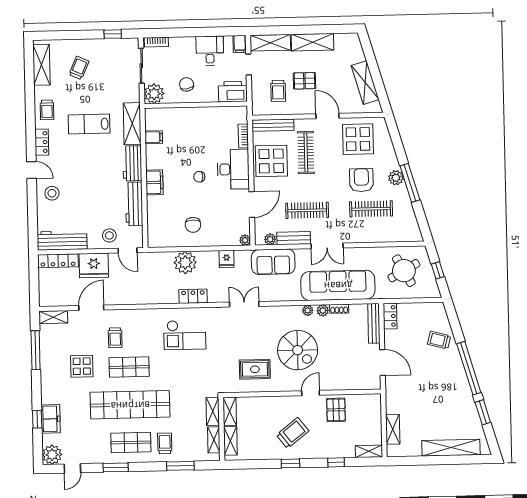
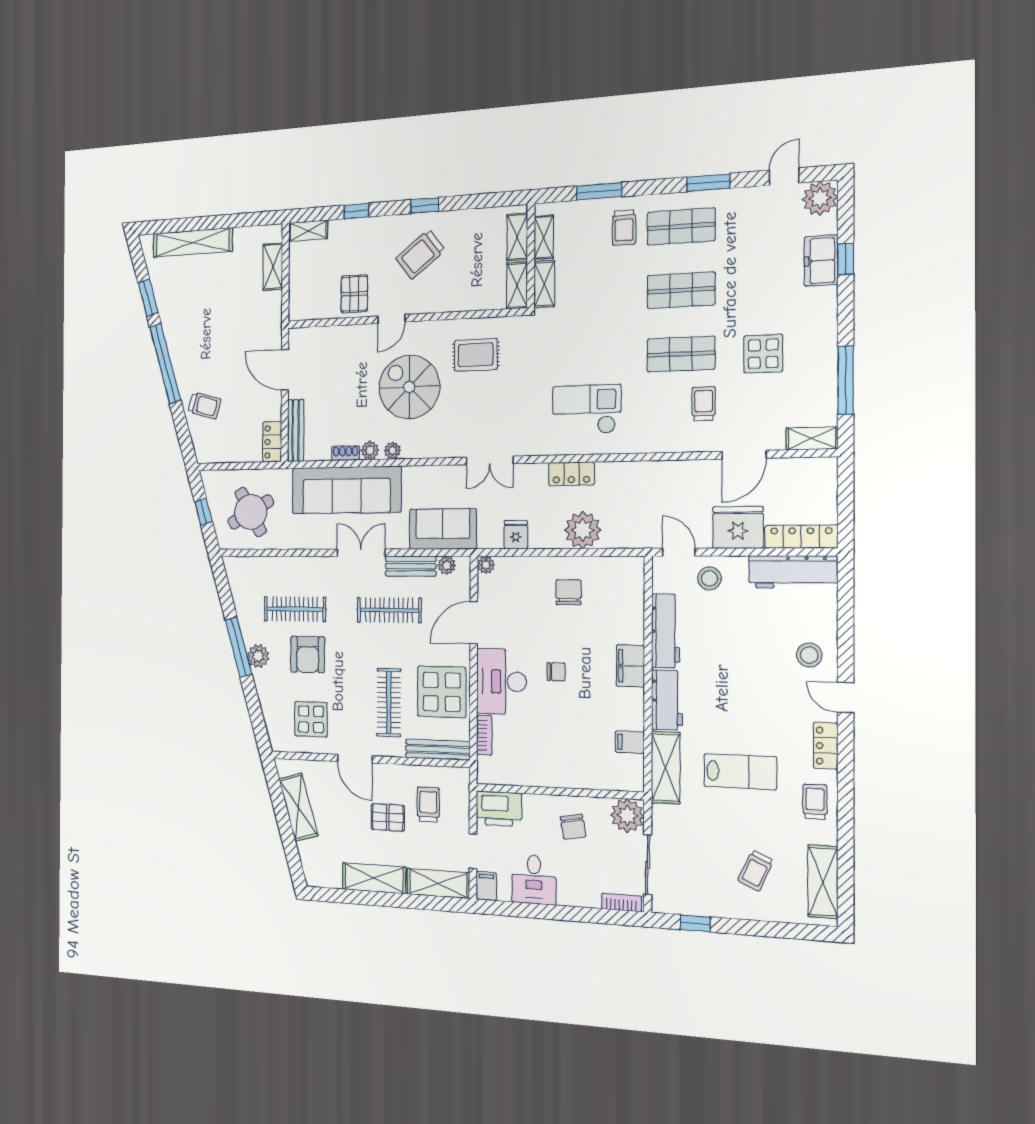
display table: (358, 139) -> (311, 719), width x0.73, depth x0.73
shop shelf: (130, 405) -> (681, 290), width x0.50, depth x0.74

